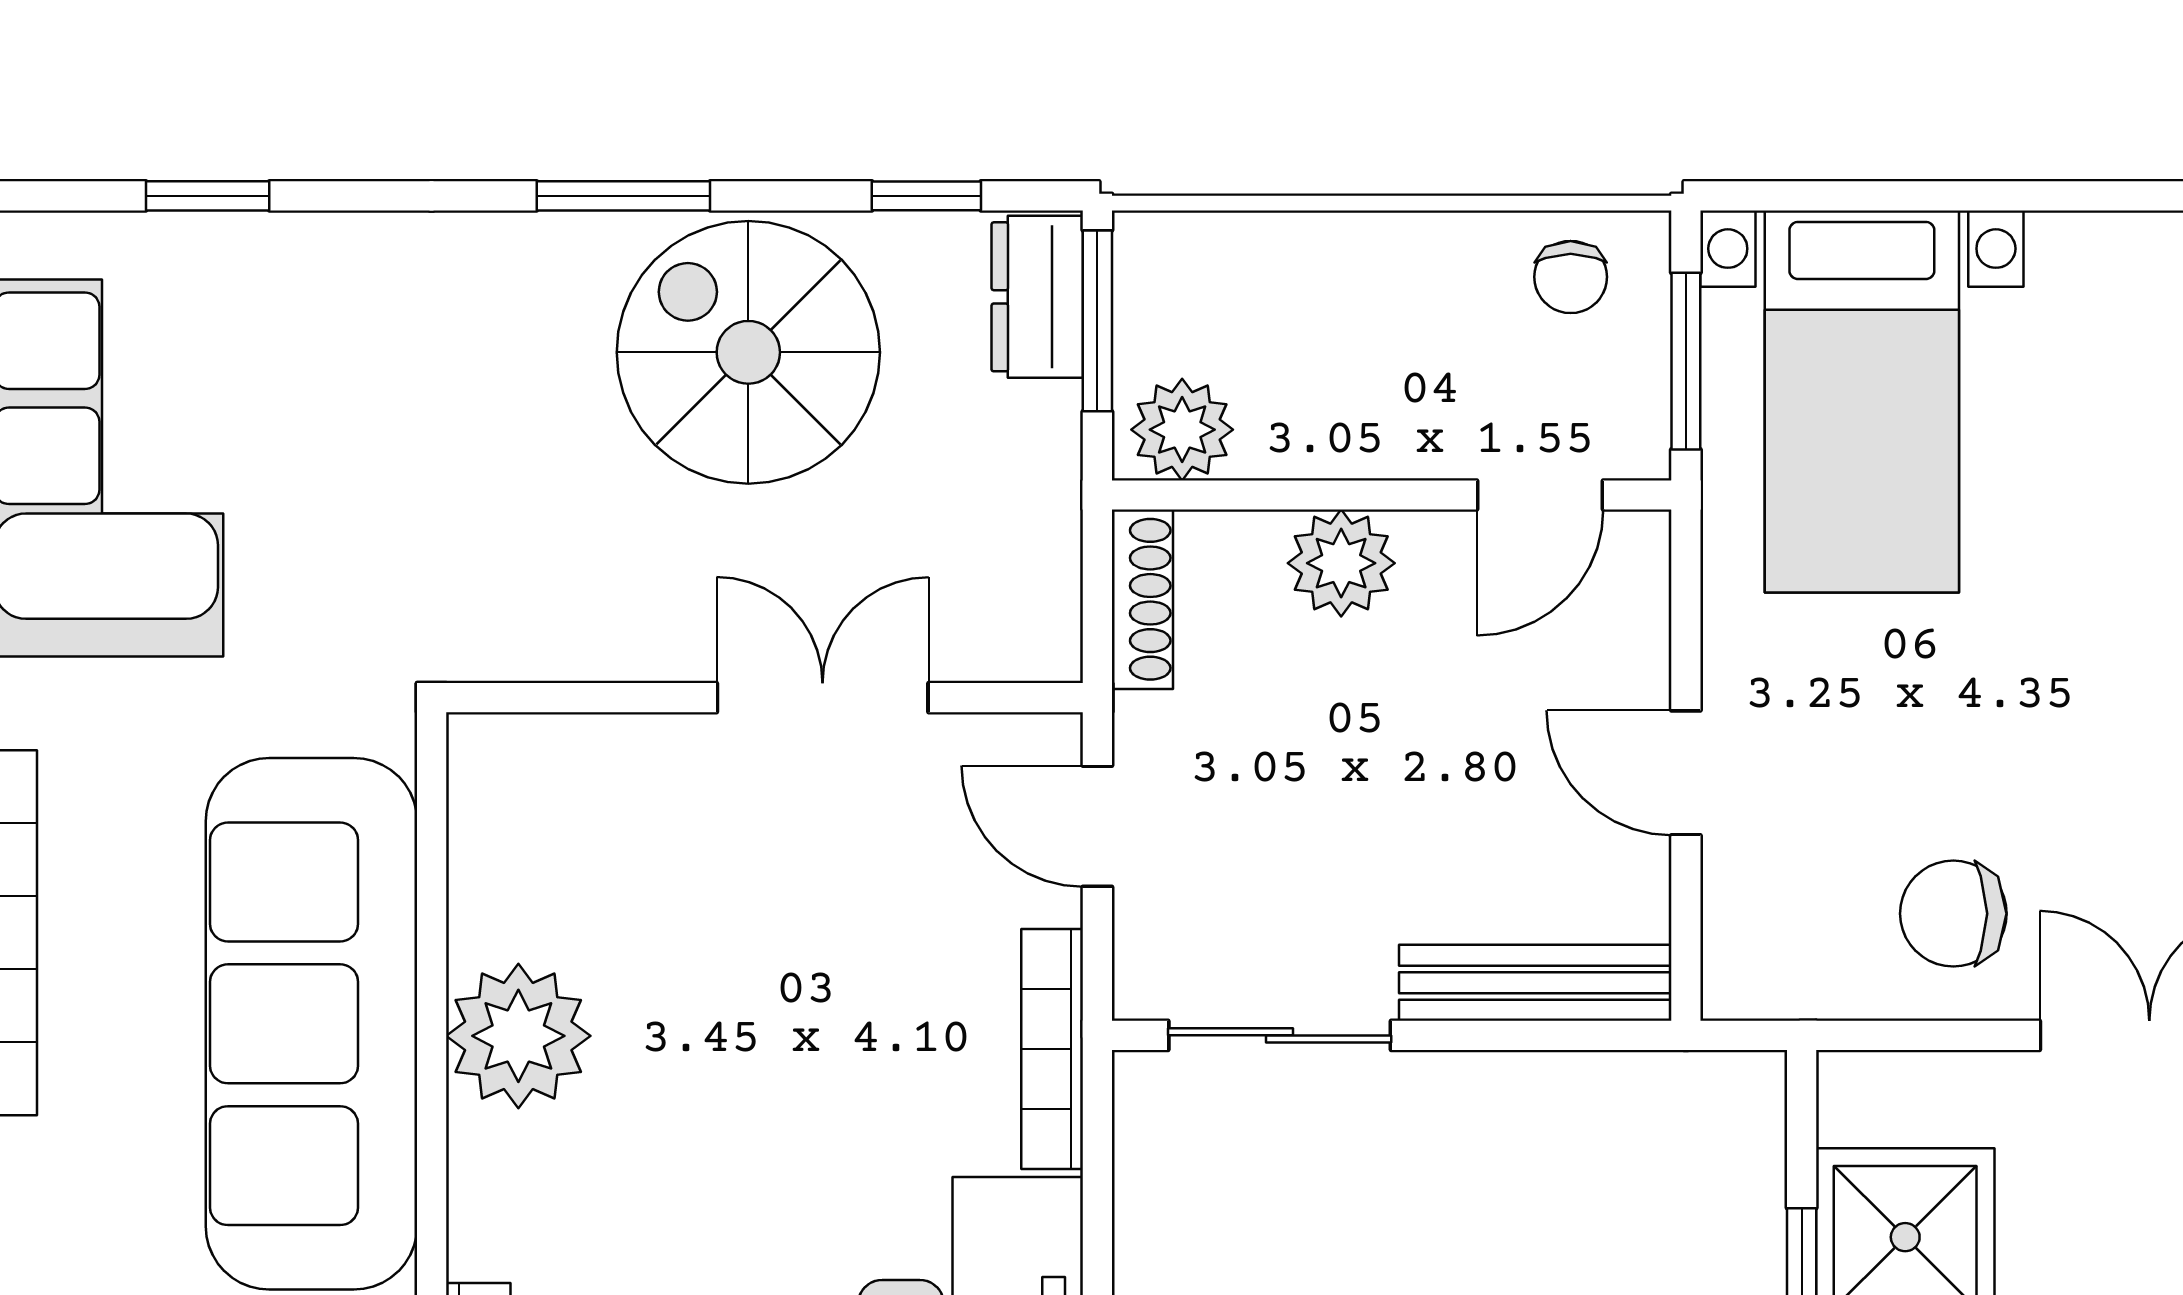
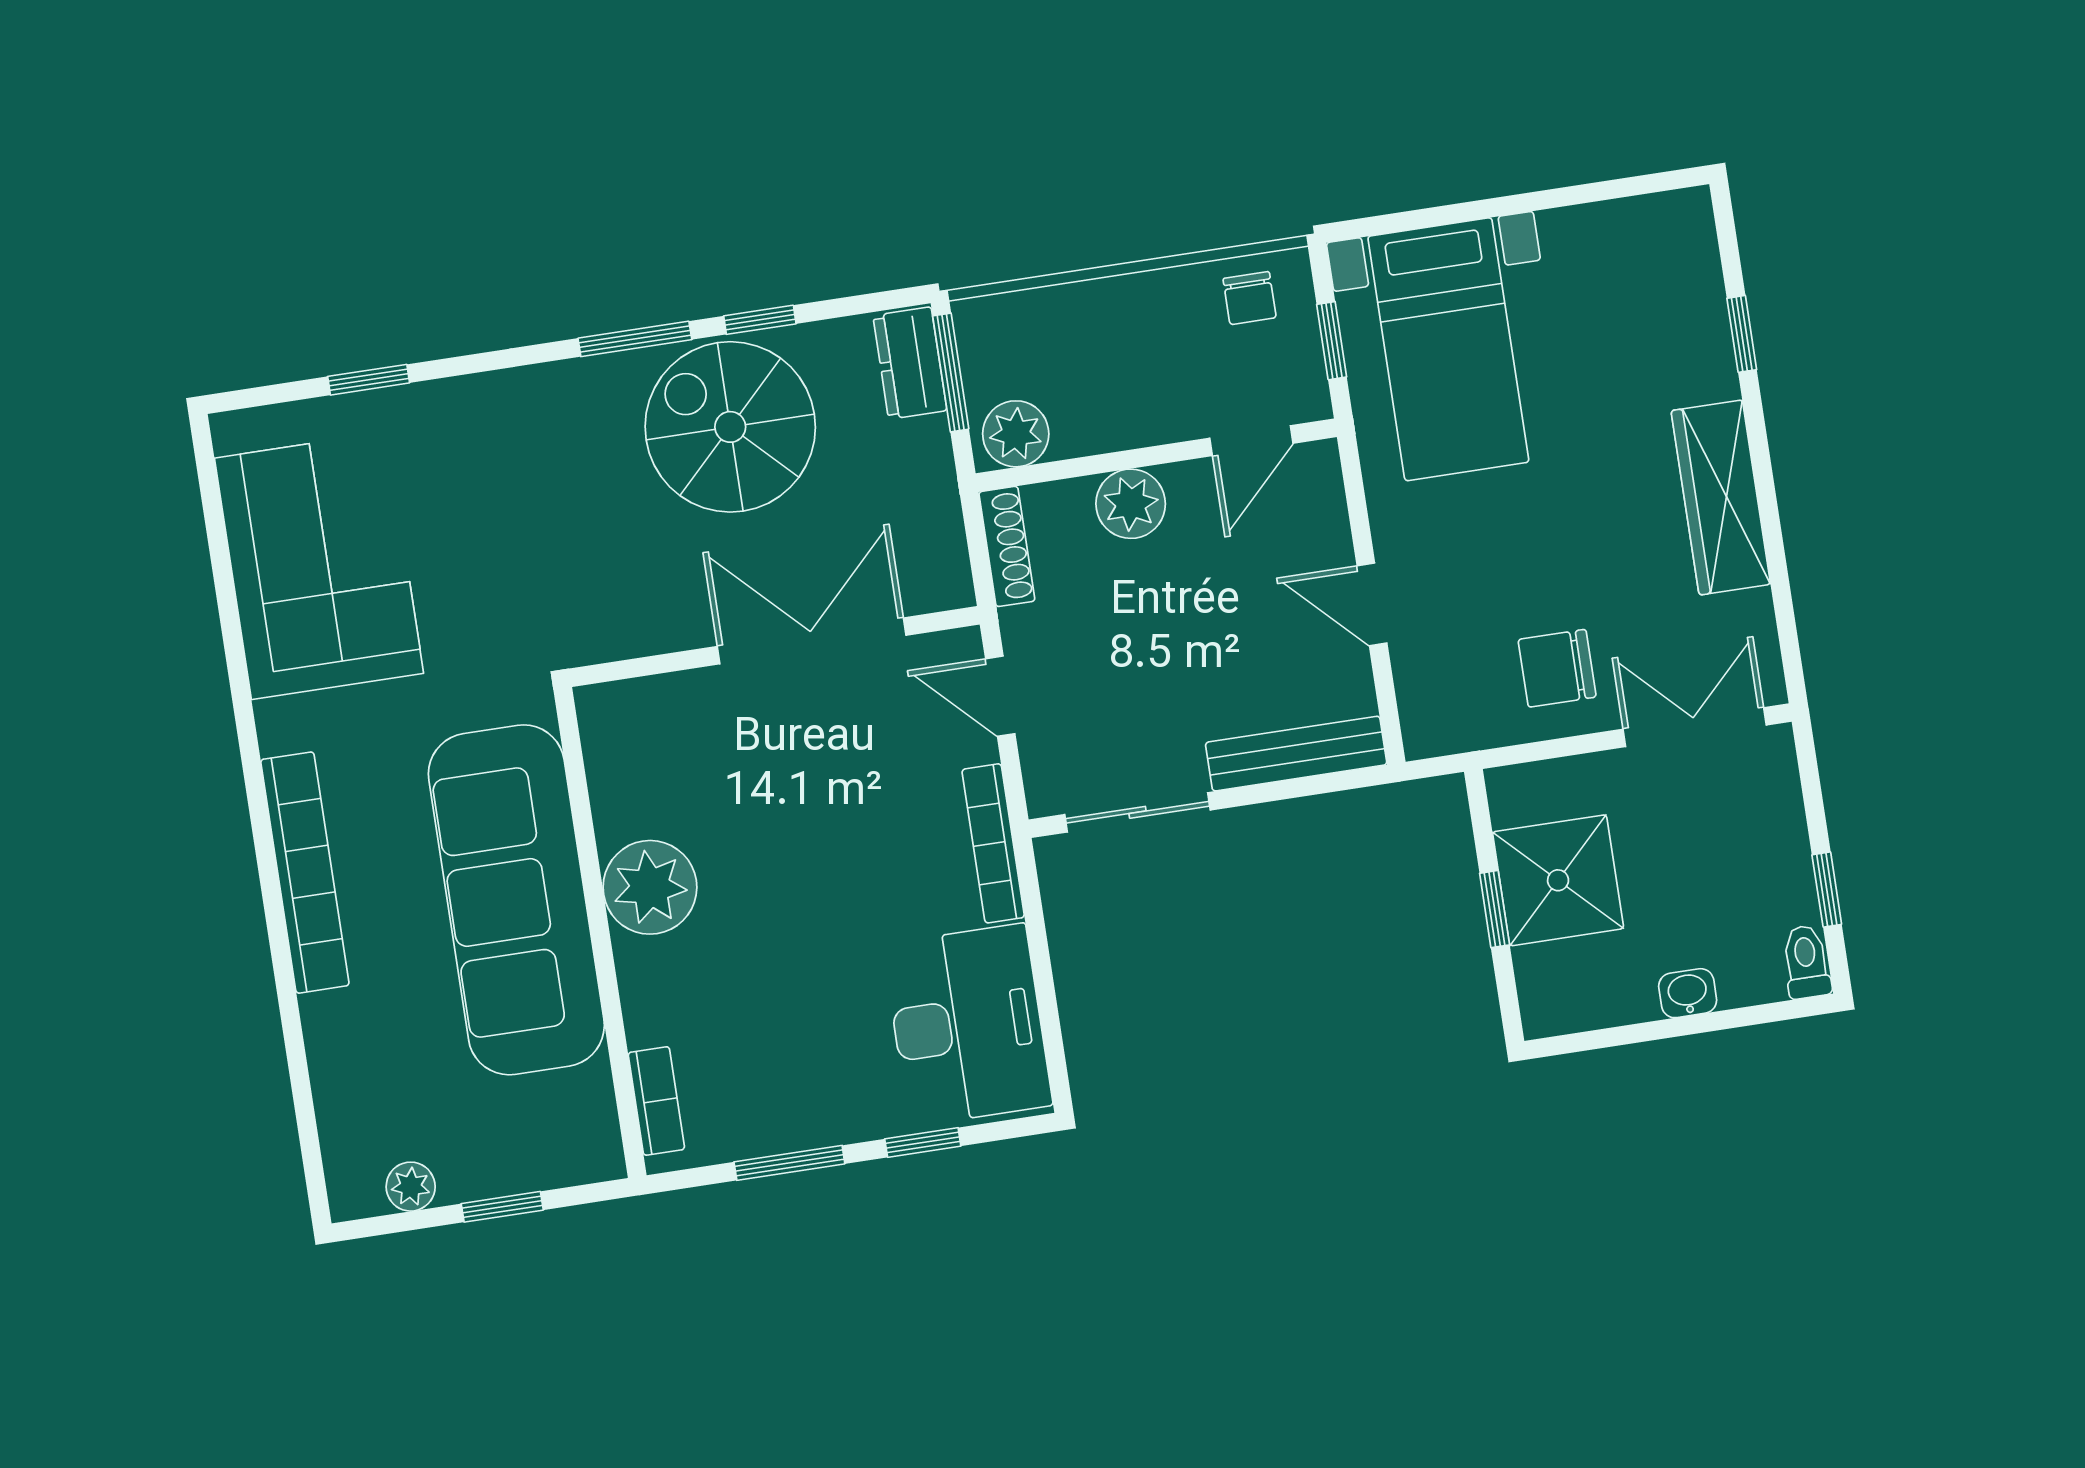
window: (926, 196) -> (760, 320), moved
window: (1686, 361) -> (1332, 341), width x0.67
double door: (823, 698) -> (812, 641), width x1.37

